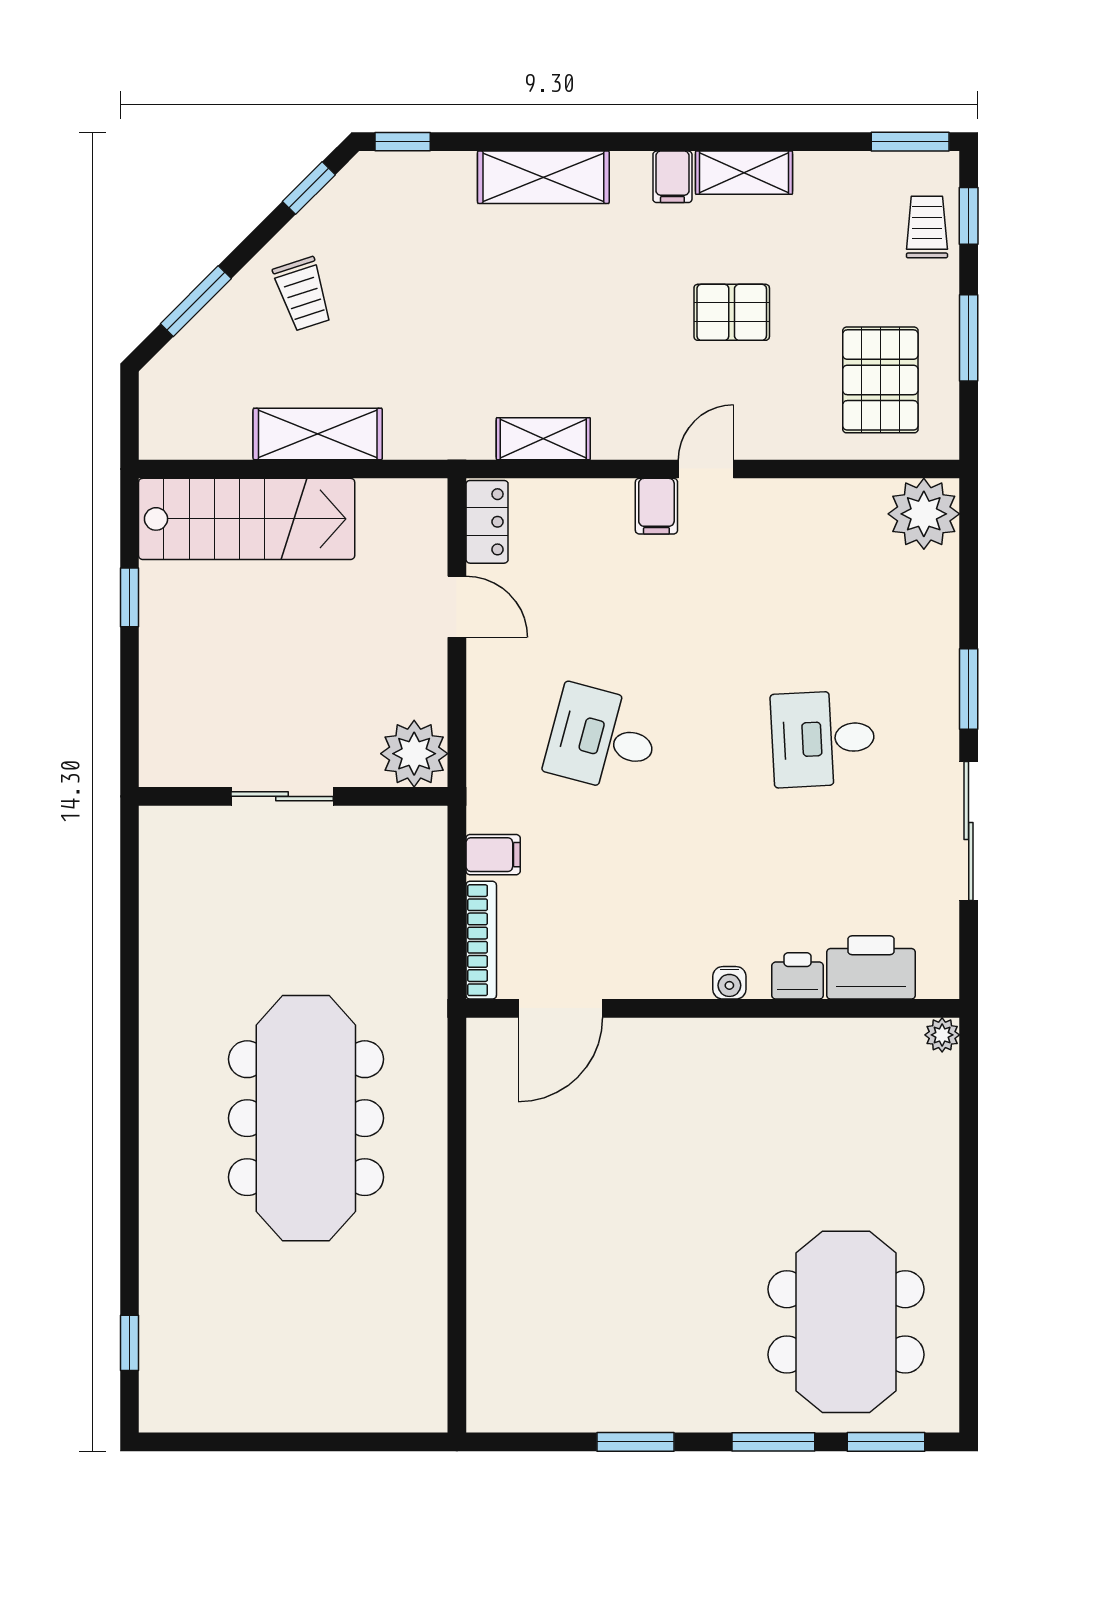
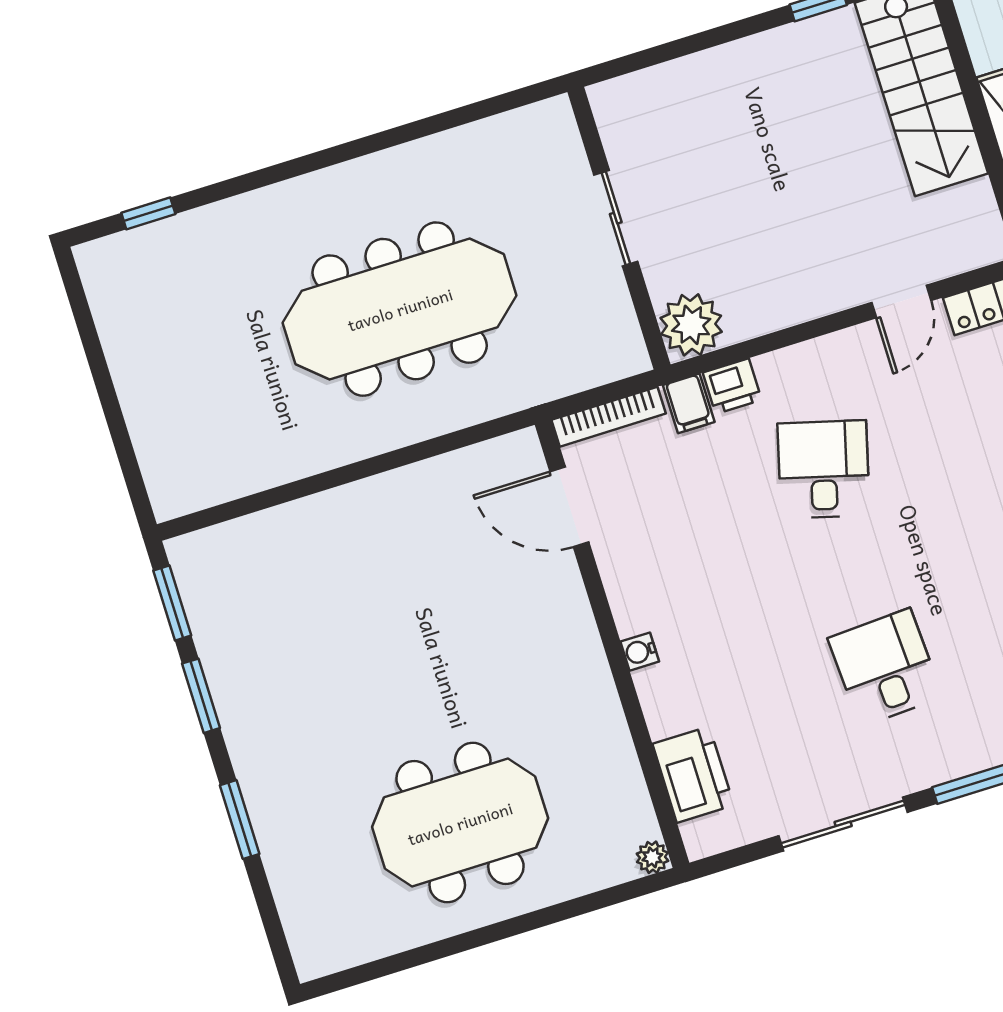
plant: (414, 754) -> (691, 325), moved
sliding door: (282, 796) -> (616, 218), moved
wall: (293, 796) -> (619, 228), moved
printer: (798, 976) -> (732, 386), moved, turned 90
meeting table: (846, 1322) -> (460, 823), moved
window: (886, 1442) -> (172, 603), moved

